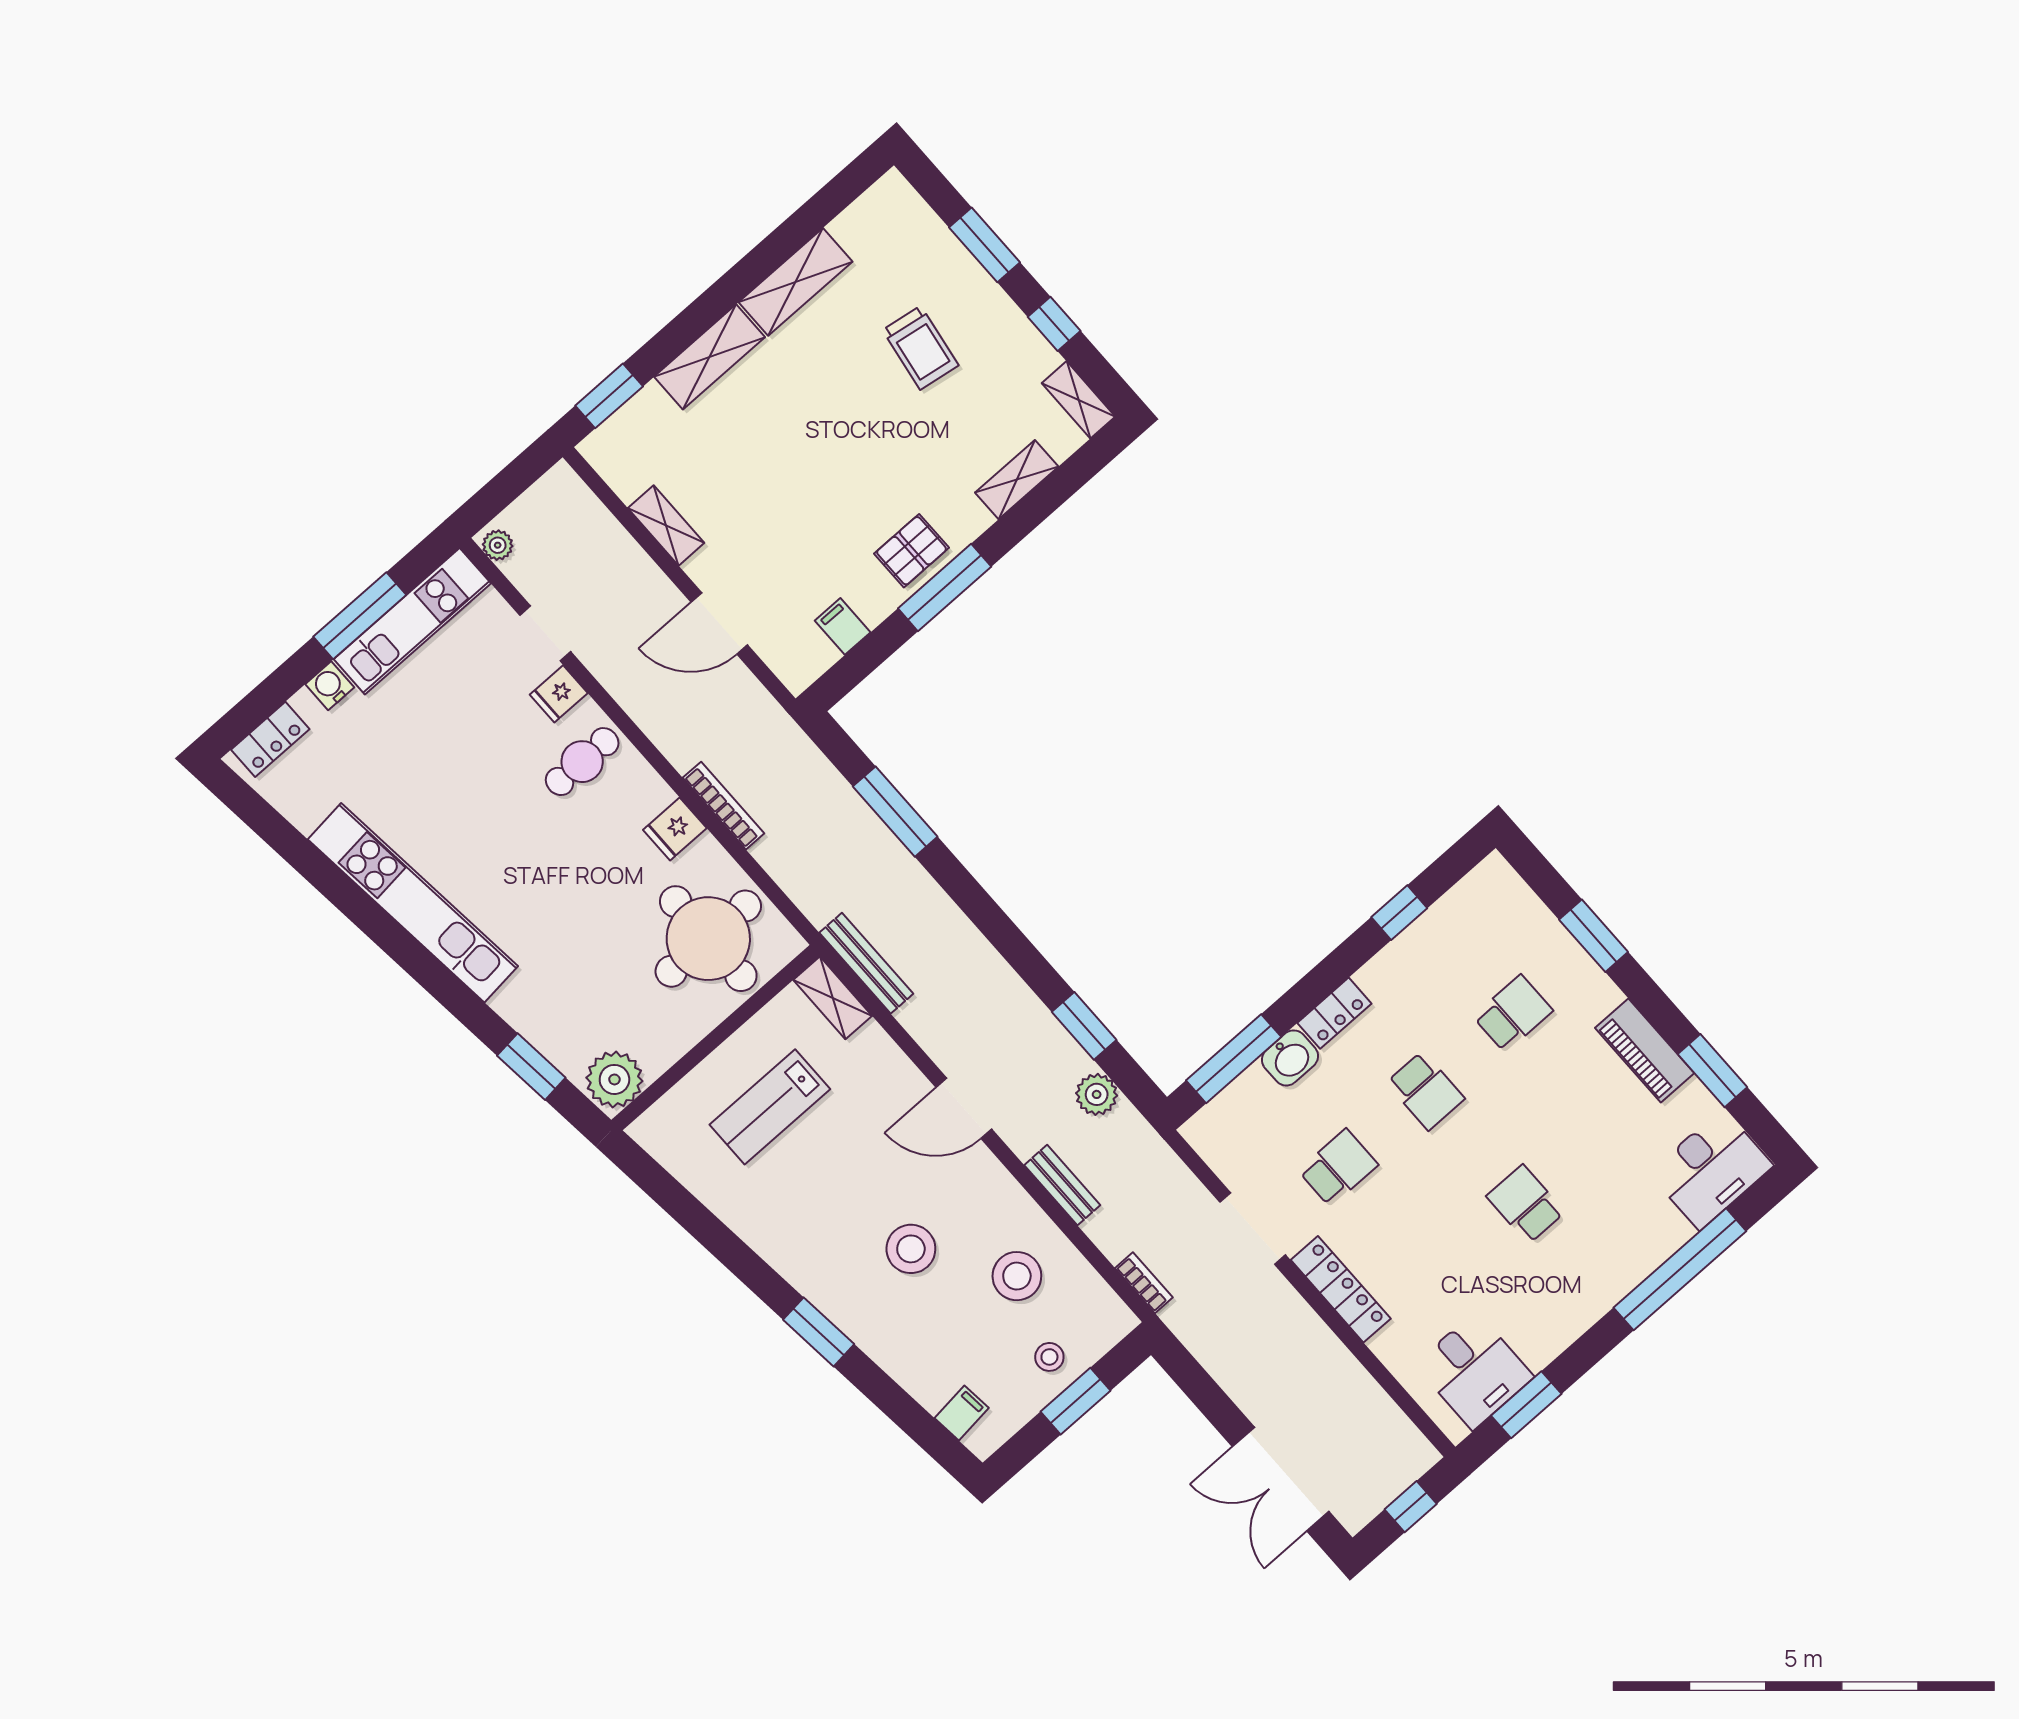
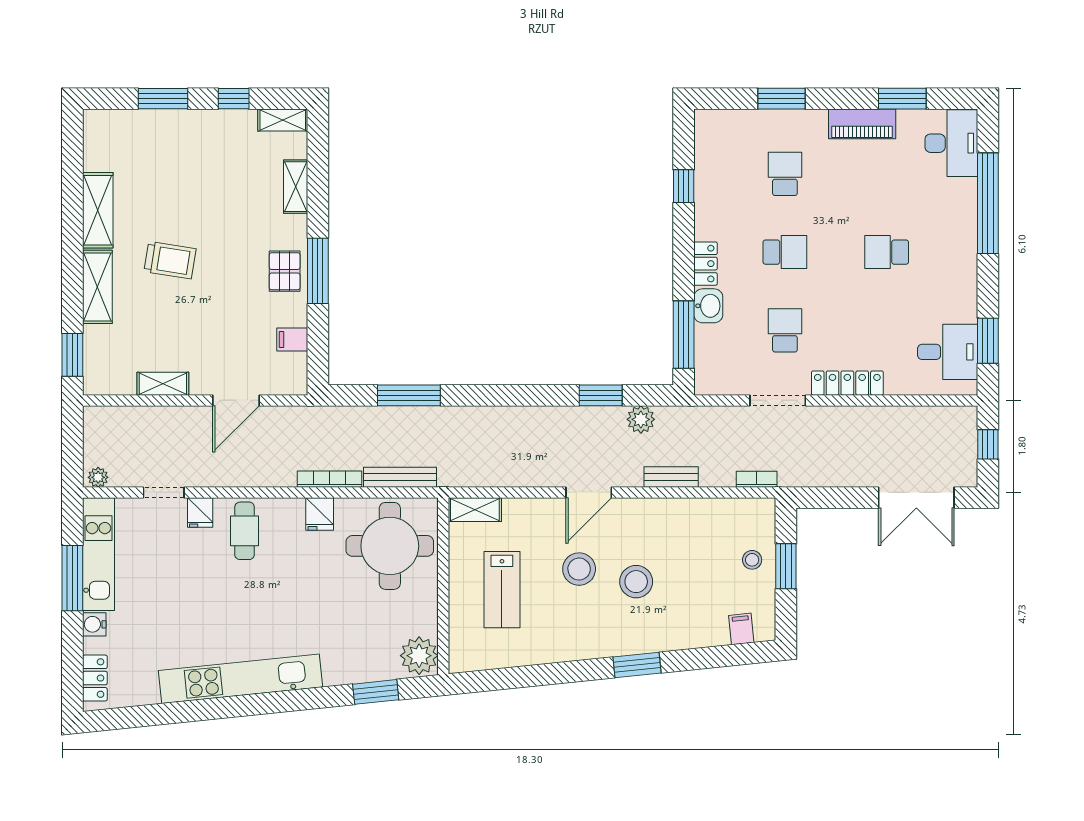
trolley: (920, 348) -> (170, 260), moved
bench: (866, 963) -> (400, 477), moved
stool: (1017, 1276) -> (579, 569), moved

